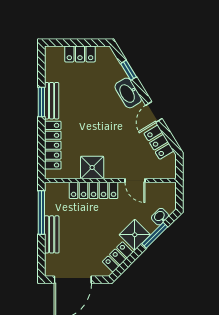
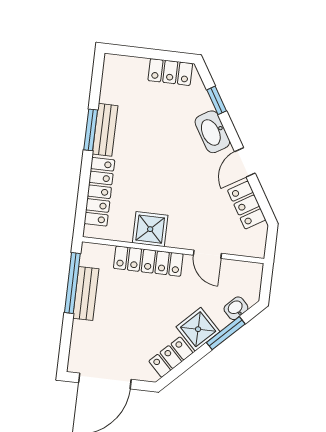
locker: (80, 54) -> (170, 72), moved
bench: (52, 234) -> (86, 294), moved

